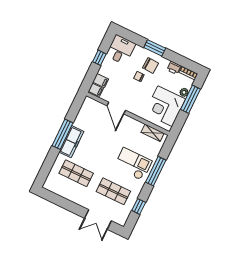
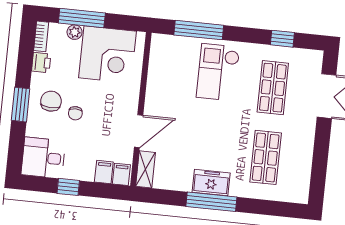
shelving: (153, 133) -> (146, 169), moved
freezer: (71, 142) -> (211, 183), width x0.71
window: (156, 171) -> (199, 30), moved

